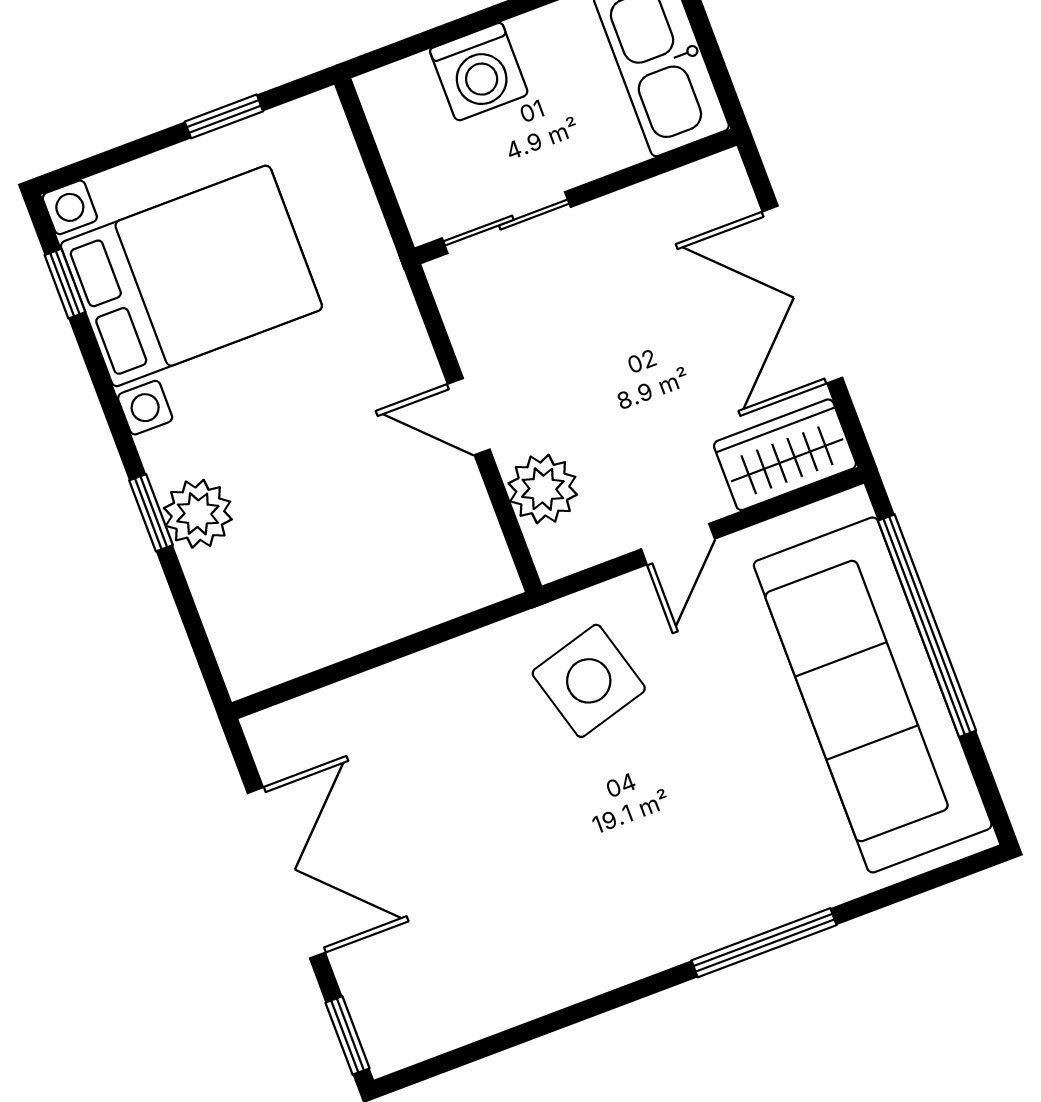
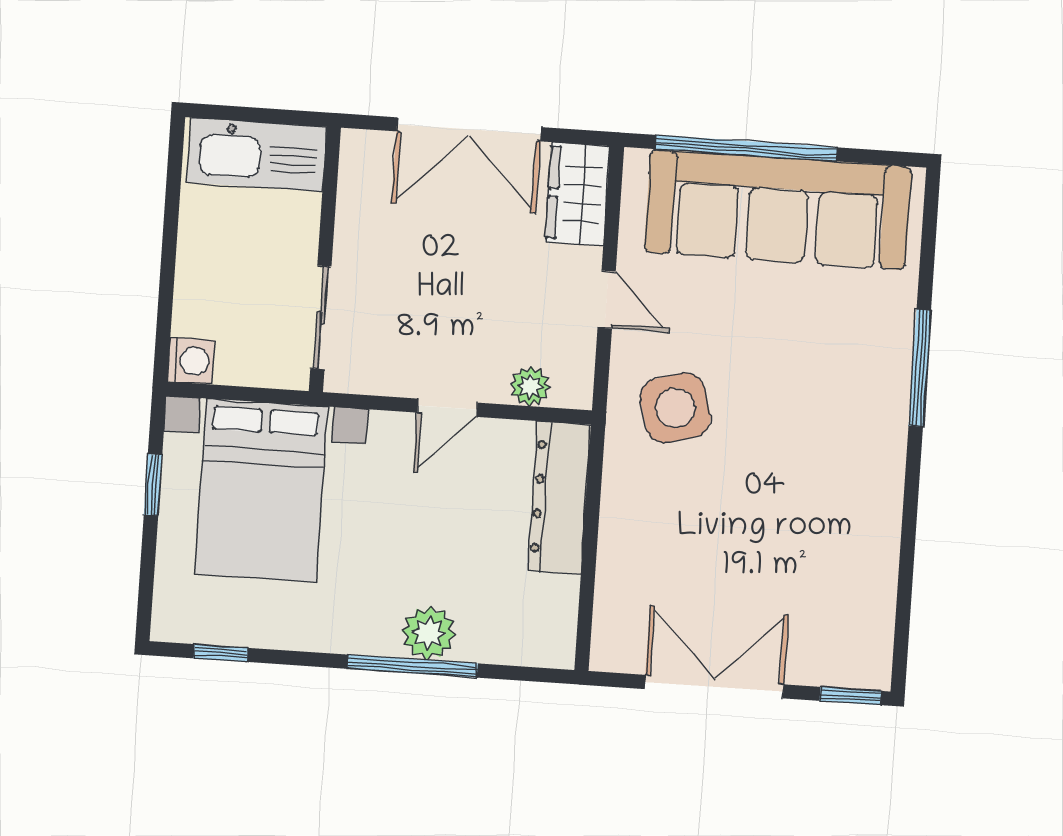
washing machine: (479, 72) -> (191, 361), moved, width x0.73, depth x0.73
bed with nightstands: (191, 276) -> (261, 490), moved, turned 180
plant: (543, 489) -> (530, 386), width x0.73, depth x0.73
window: (151, 513) -> (413, 666), width x2.17
dresser: (424, 594) -> (559, 498), added

